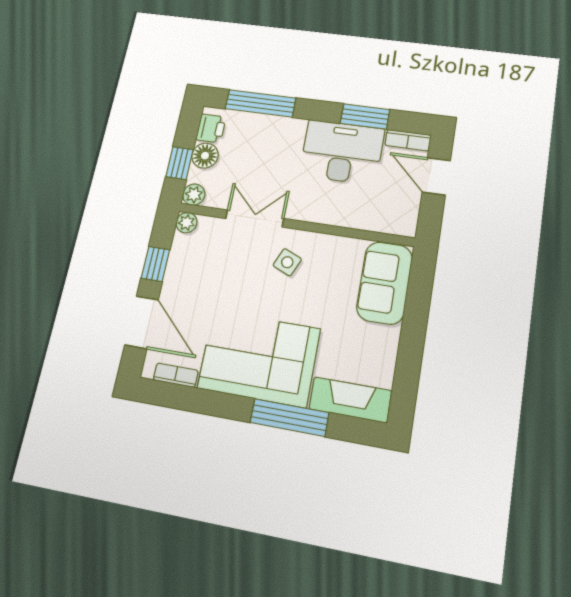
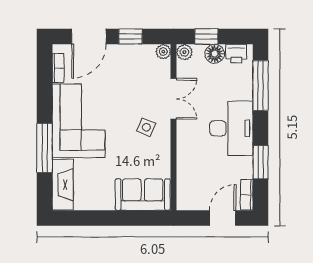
desk: (342, 152) -> (231, 128), moved

